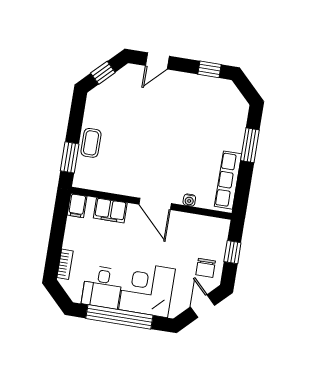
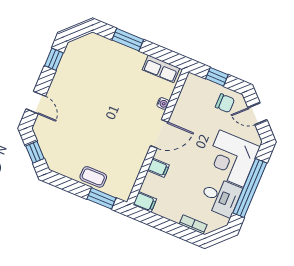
row of seats: (228, 180) -> (161, 69), width x0.68
filing cabinet: (110, 210) -> (158, 168), width x0.50

